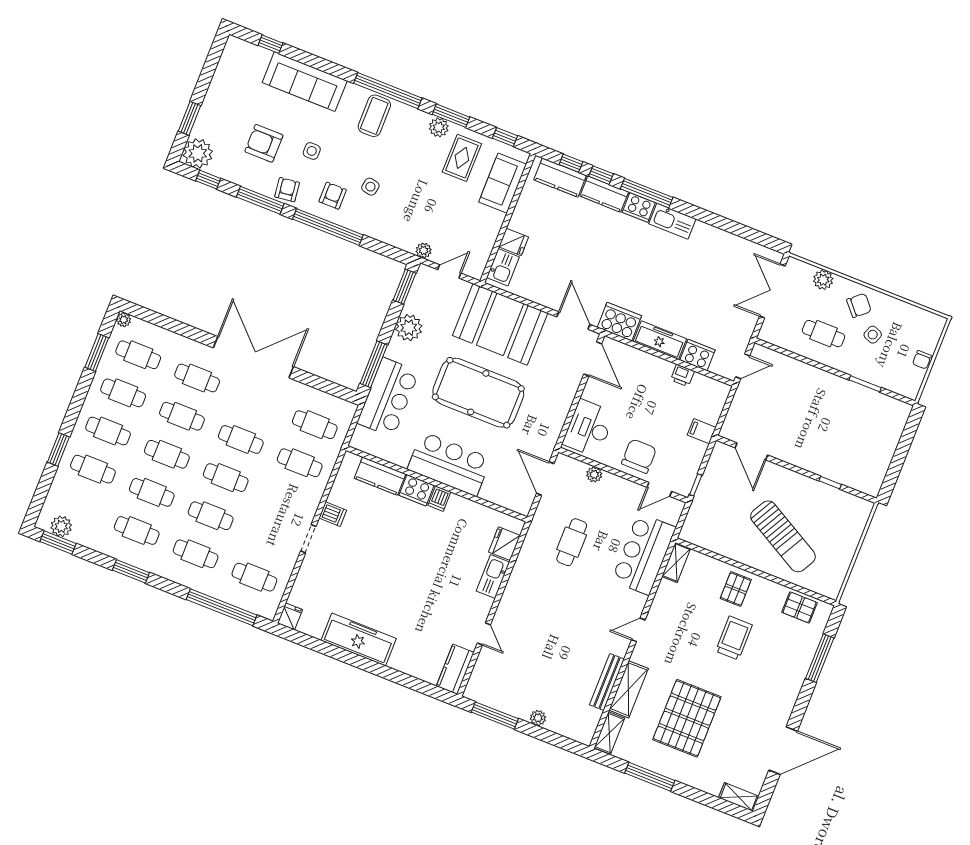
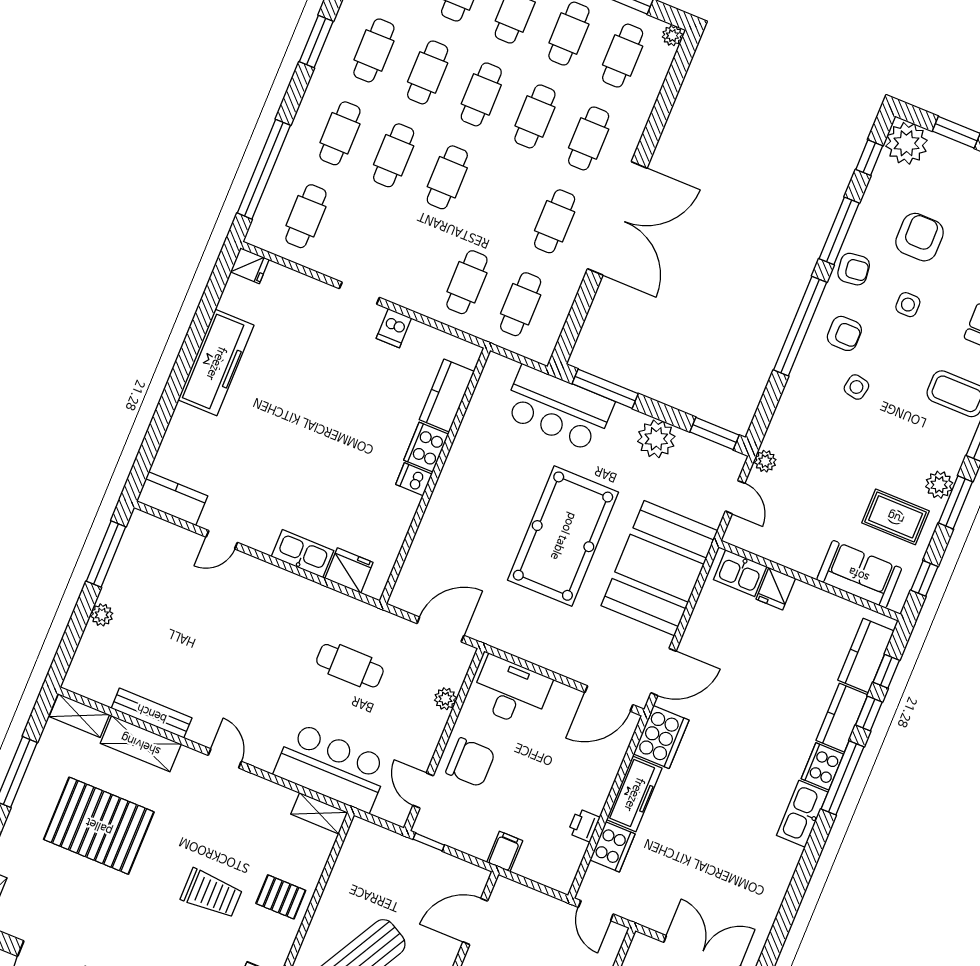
cafe table: (241, 439) -> (555, 221), moved
bar counter: (449, 464) -> (463, 494), removed

